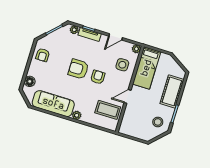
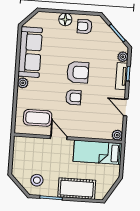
side table: (122, 65) -> (95, 123), removed
armchair: (78, 69) -> (78, 72), turned 90
floor lamp: (30, 81) -> (65, 19), moved
coffee table: (108, 110) -> (38, 118), turned 90

